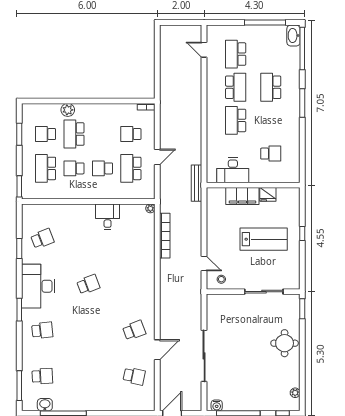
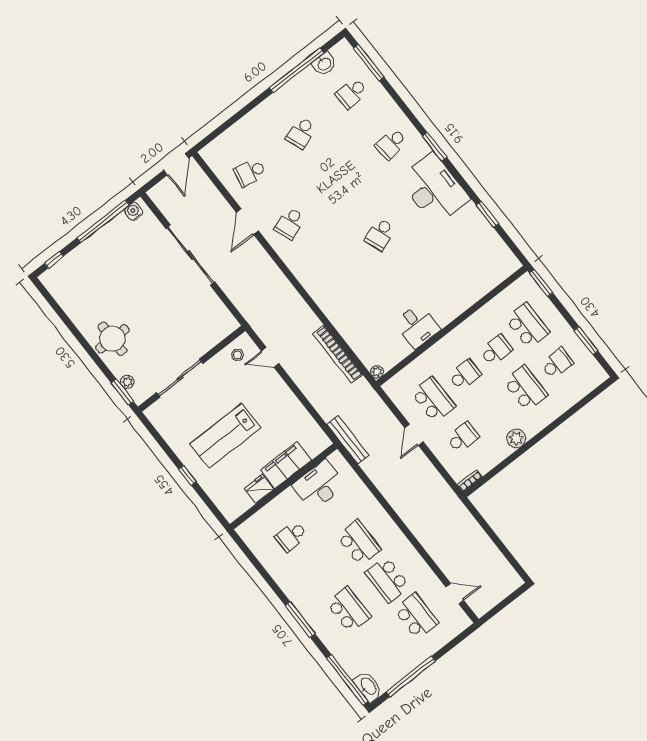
plant: (68, 110) -> (516, 438), moved
school desk: (42, 239) -> (301, 133), moved
plant: (295, 393) -> (127, 382), moved

